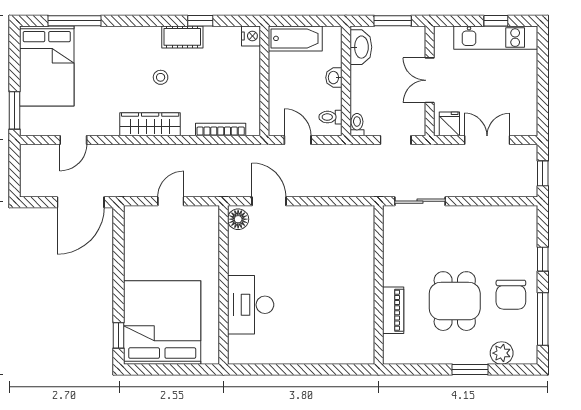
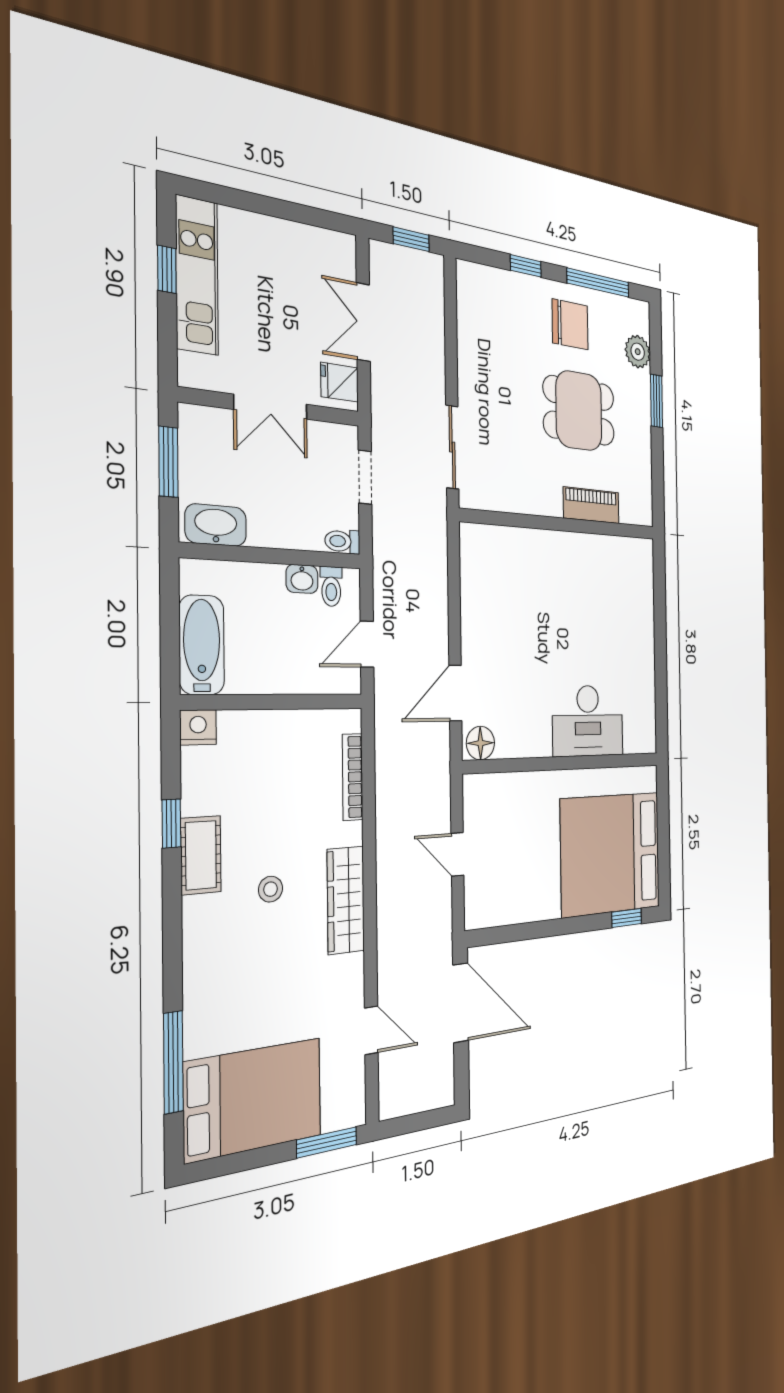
washbasin: (334, 78) -> (302, 579), moved

